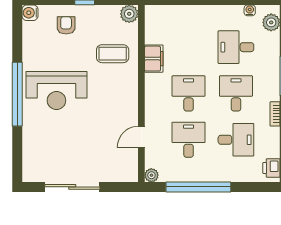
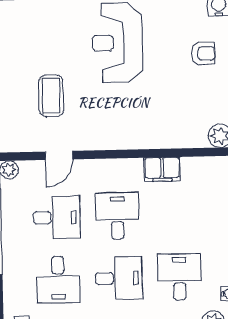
coffee table: (113, 54) -> (51, 96), moved
desk: (189, 93) -> (117, 216), turned -90
door: (141, 137) -> (59, 155), swing flipped

